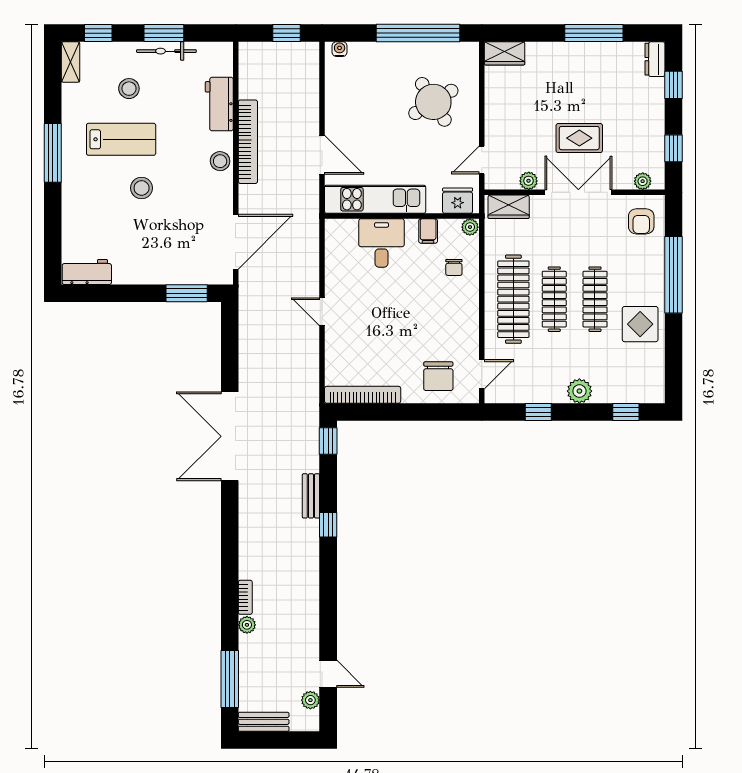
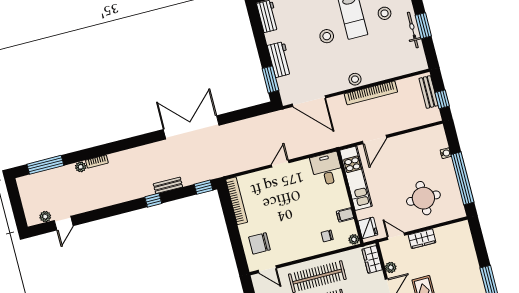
water cooler: (340, 49) -> (446, 153), moved
wardrobe: (505, 53) -> (422, 239), moved, turned -90
round table: (433, 102) -> (423, 198), turned 32
workbench: (219, 104) -> (280, 59), moved, turned 90
desk: (382, 243) -> (327, 169), moved, turned -90
bench: (264, 722) -> (429, 92), moved

